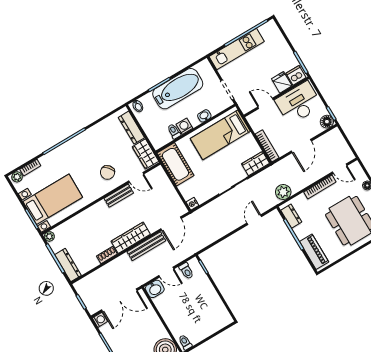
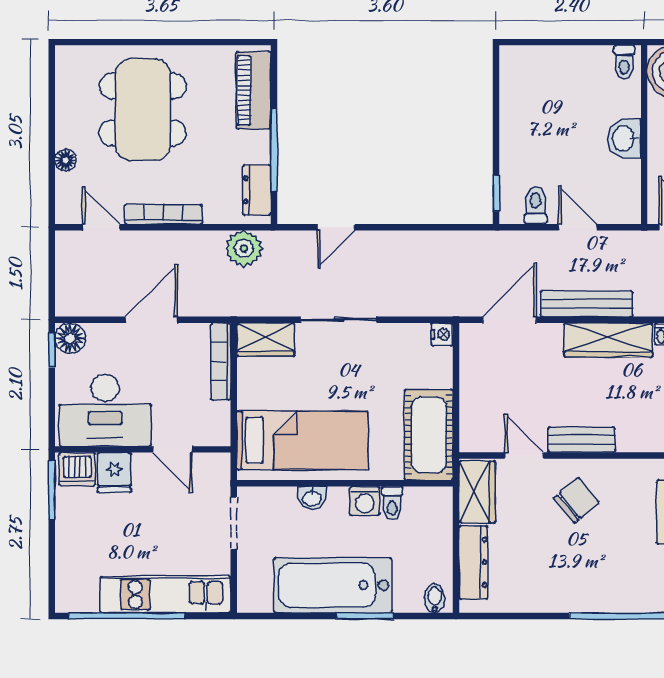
washbasin: (155, 289) -> (624, 139), moved, turned -90

